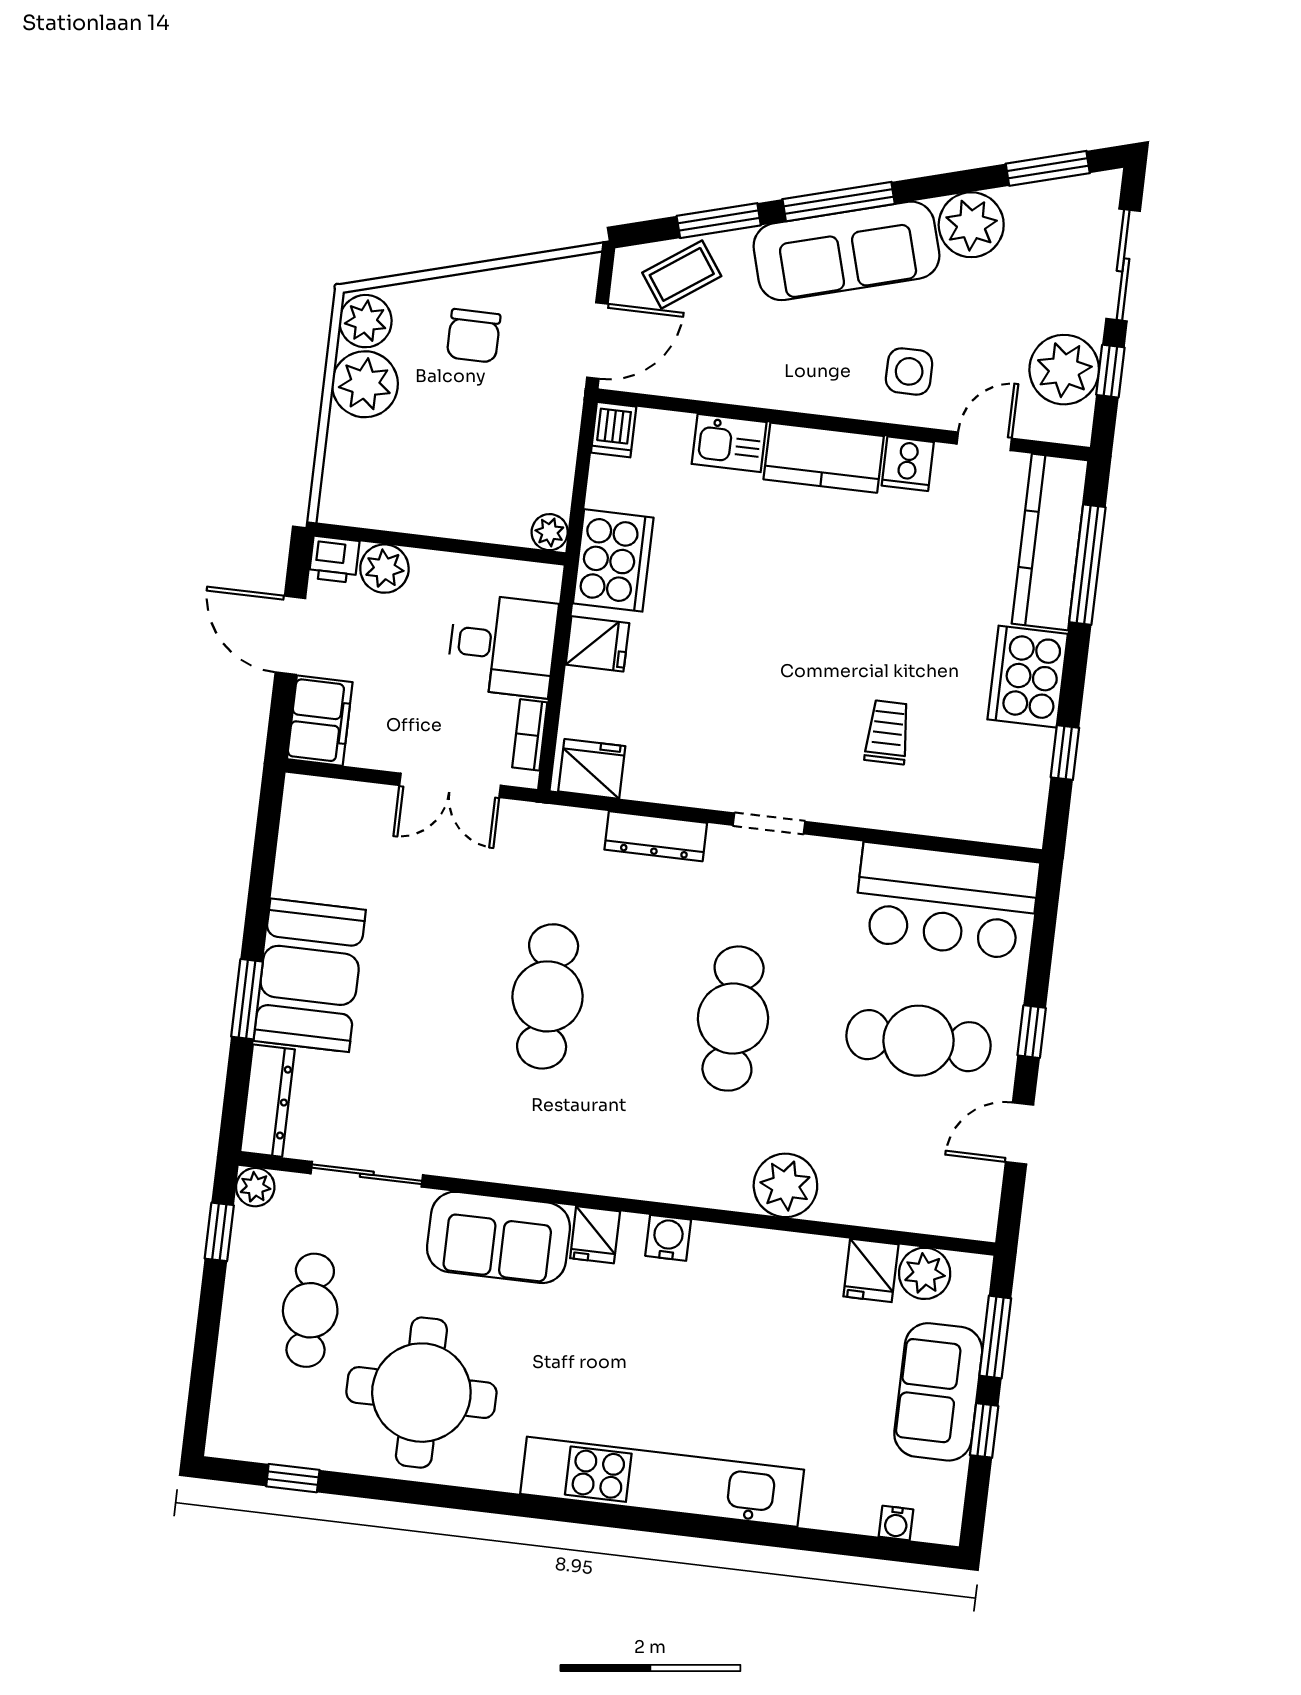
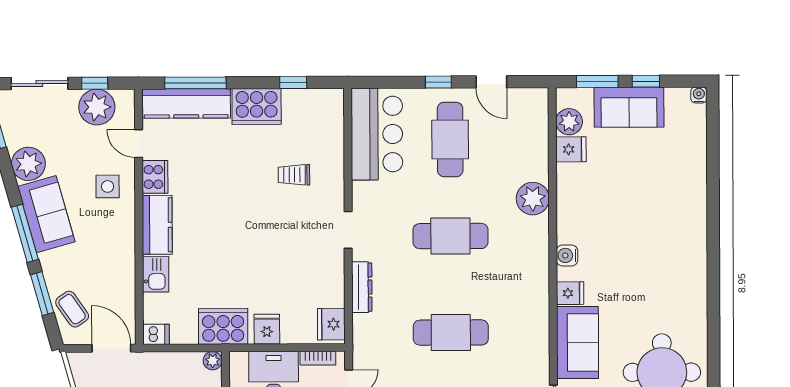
sofa: (846, 251) -> (46, 214), width x0.73
cooker: (908, 464) -> (155, 177), width x1.36
kitchen unit: (662, 1482) -> (692, 243), removed
water cooler: (896, 1523) -> (699, 95), moved, turned -90

